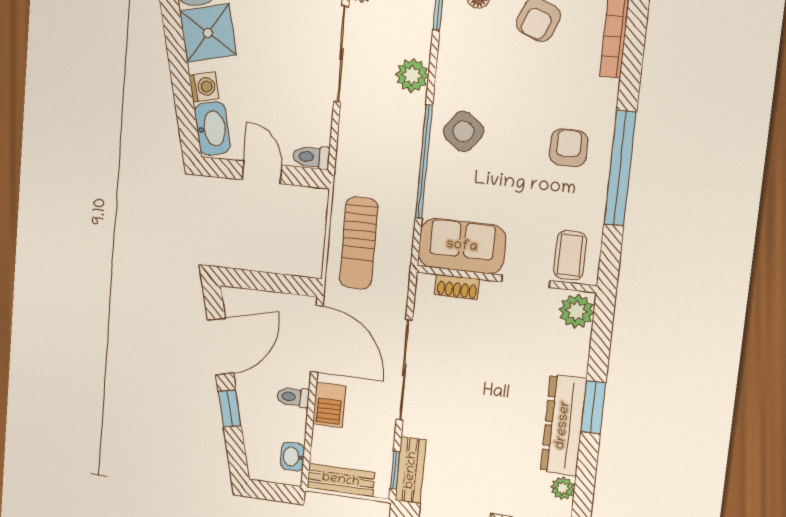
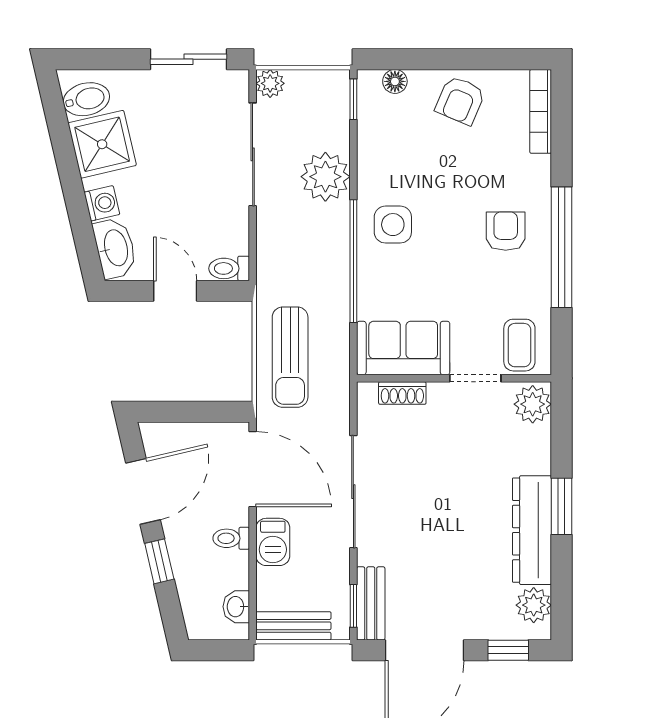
plant: (412, 75) -> (325, 177), width x1.36, depth x1.36
side table: (463, 131) -> (393, 225), turned -37
plant: (563, 488) -> (534, 605), width x1.38, depth x1.38

